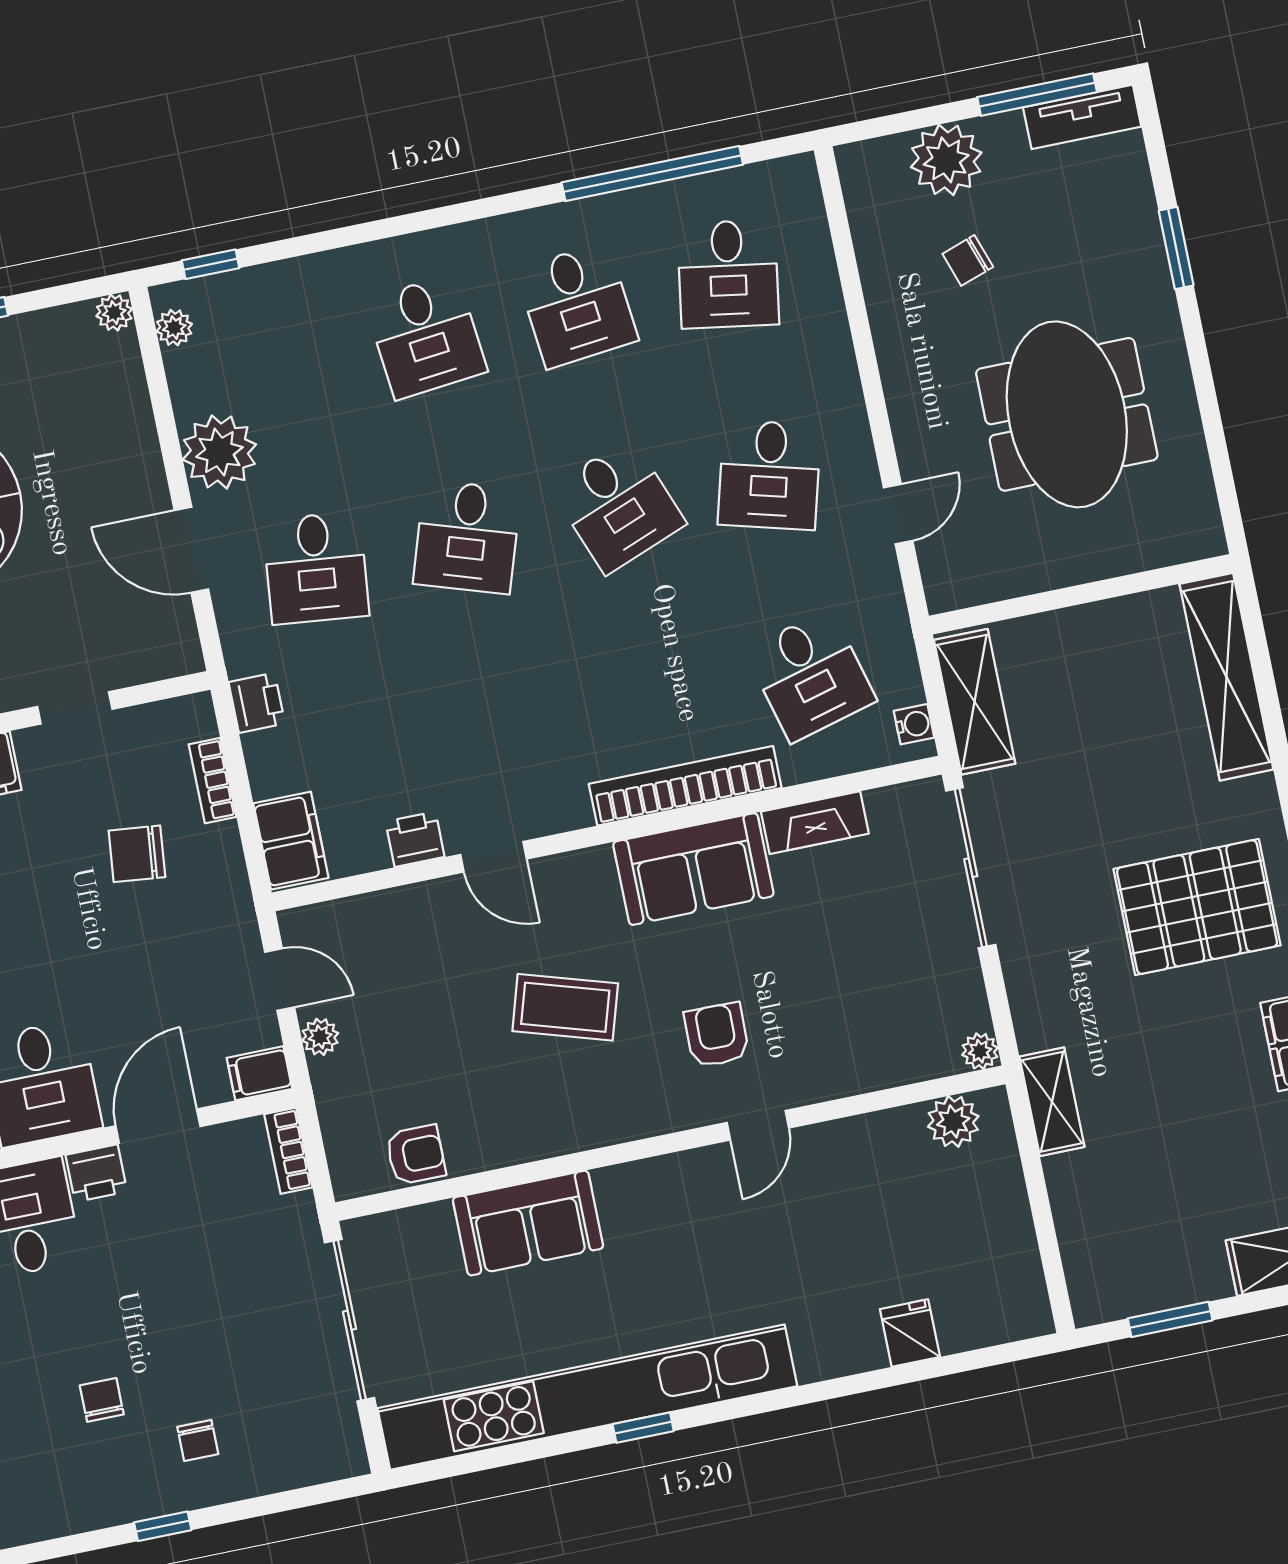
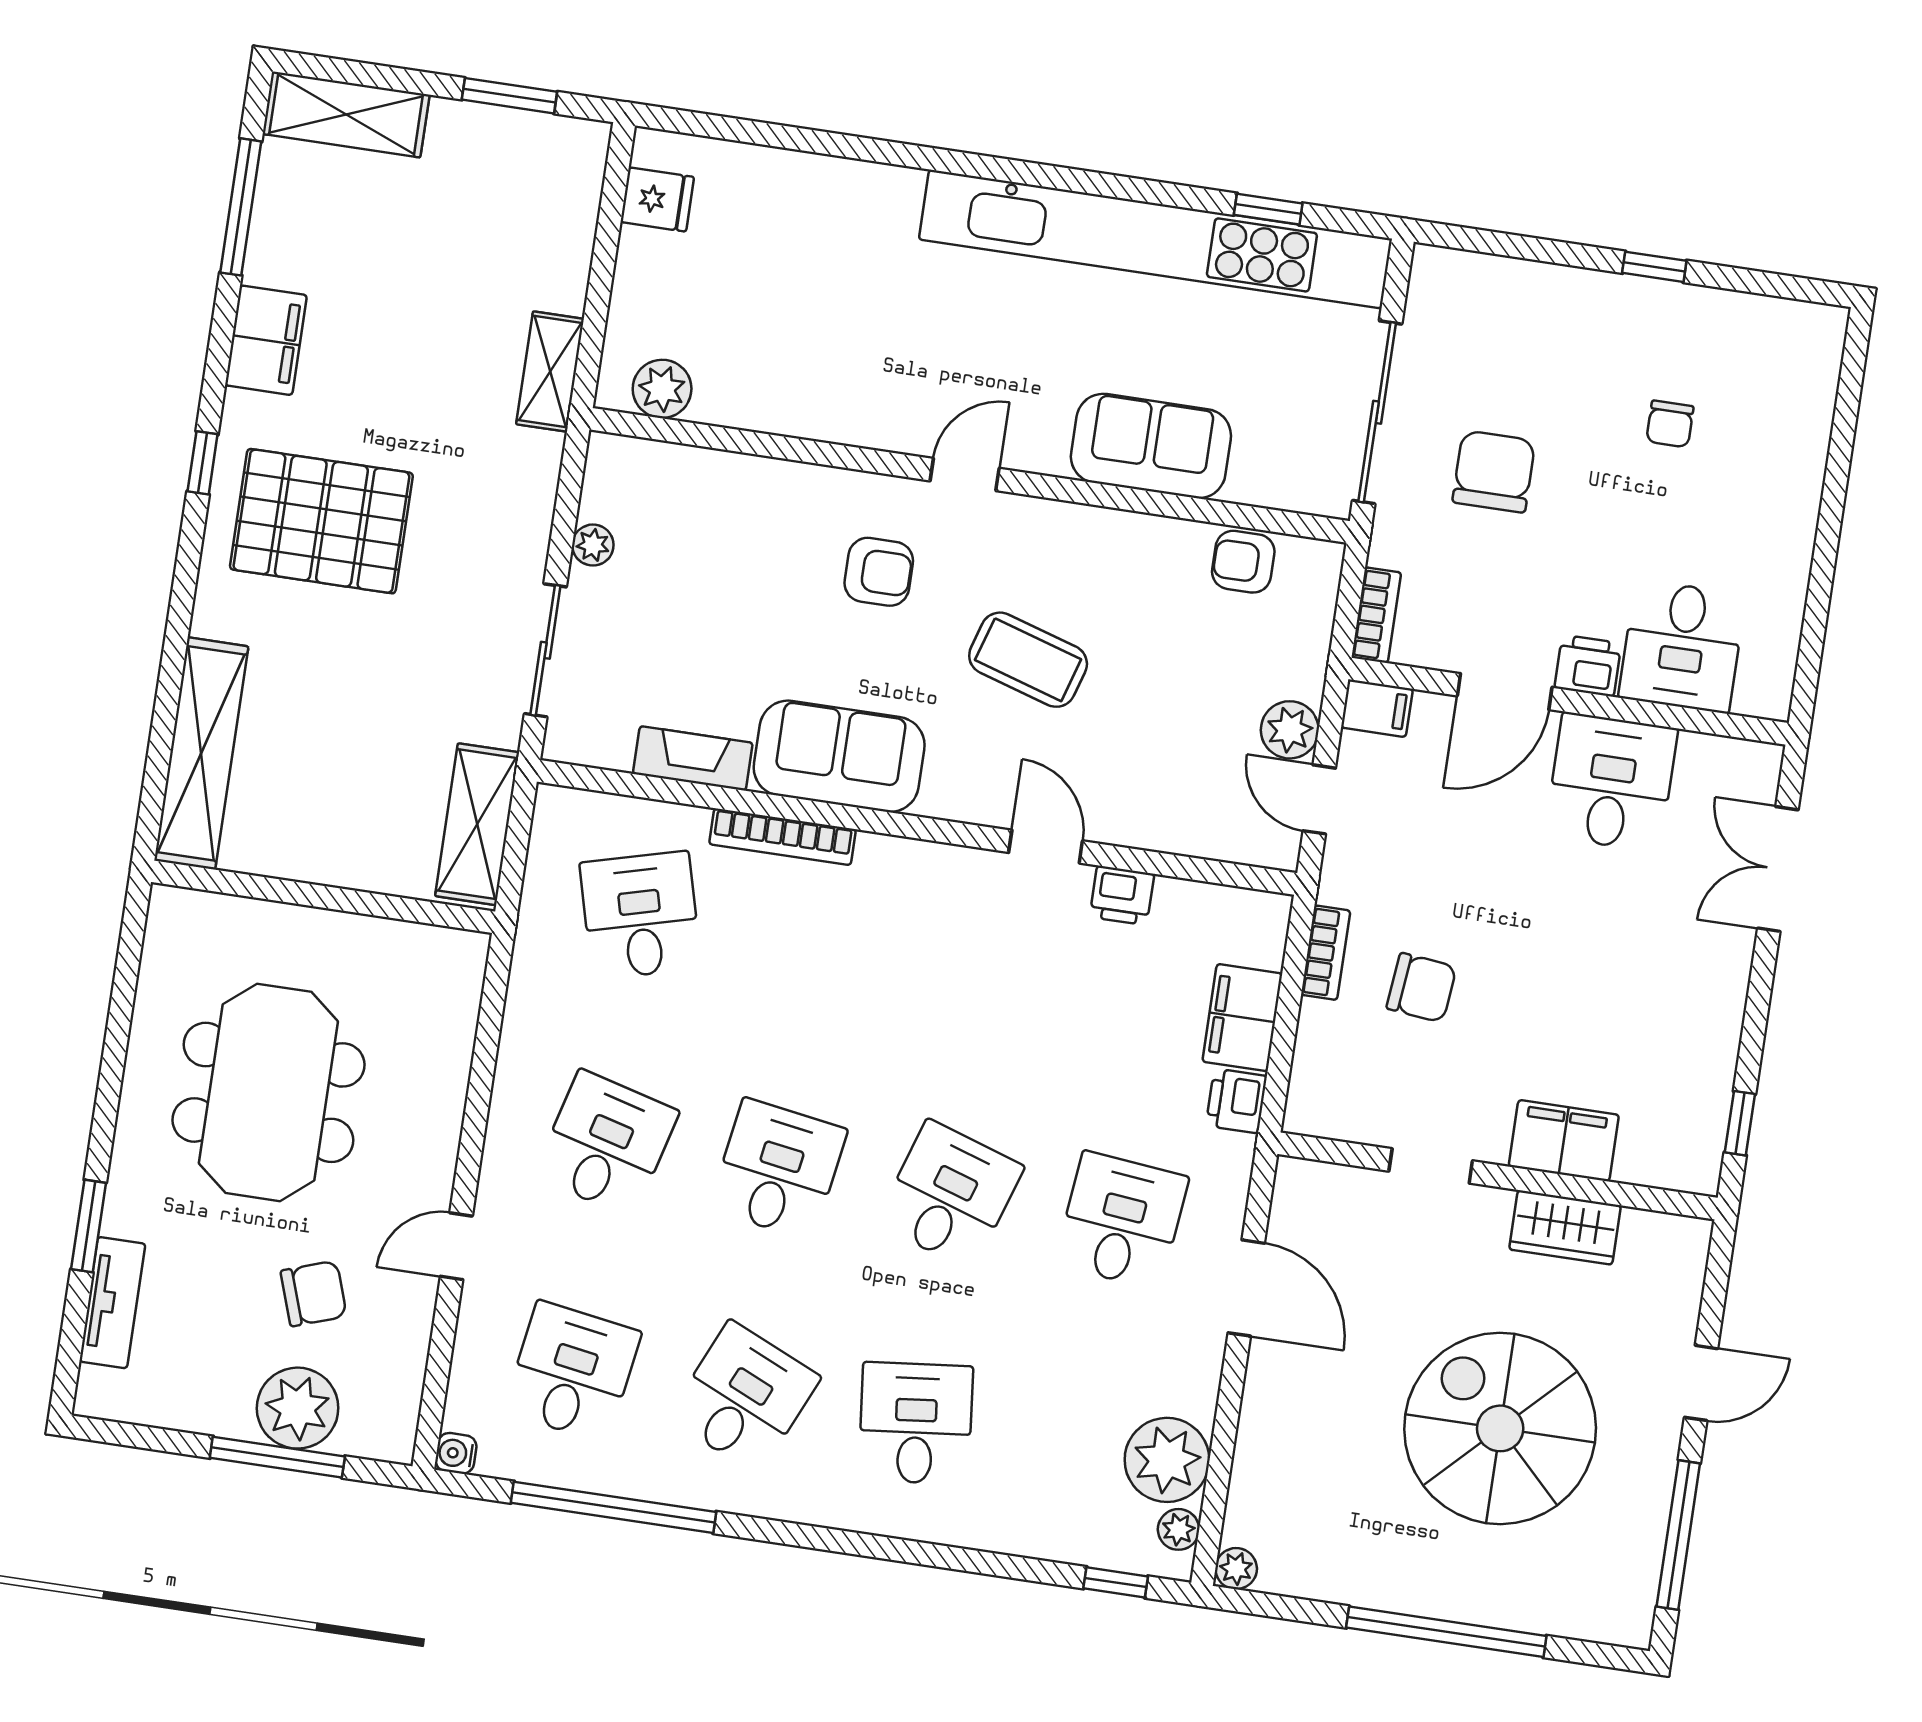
window: (1037, 95) -> (277, 1457), moved
tv unit: (1082, 117) -> (112, 1303), moved, turned 90
chair: (968, 260) -> (314, 1293), width x1.37, depth x1.37
desk: (577, 305) -> (744, 1397), turned 30
plant: (219, 452) -> (1167, 1460), moved
desk: (618, 506) -> (778, 1169), turned 30
door: (898, 514) -> (456, 1246), moved
water cooler: (914, 724) -> (456, 1453), moved
bookcase: (213, 781) -> (1326, 953), moved
bookcase: (685, 786) -> (782, 837), width x0.68, depth x0.76
filing cabinet: (291, 841) -> (1242, 1018), moved
sliding door: (971, 868) -> (545, 650), width x0.73
armchair: (717, 1035) -> (879, 572), turned -91
plant: (320, 1037) -> (1290, 730), width x1.38, depth x1.38
plant: (980, 1051) -> (593, 545), moved
door: (758, 1125) -> (965, 475), moved
fridge: (910, 1333) -> (657, 199), moved, turned -90
window: (643, 1428) -> (1268, 209), moved
chair: (198, 1440) -> (1494, 472), moved, width x1.87, depth x1.87

